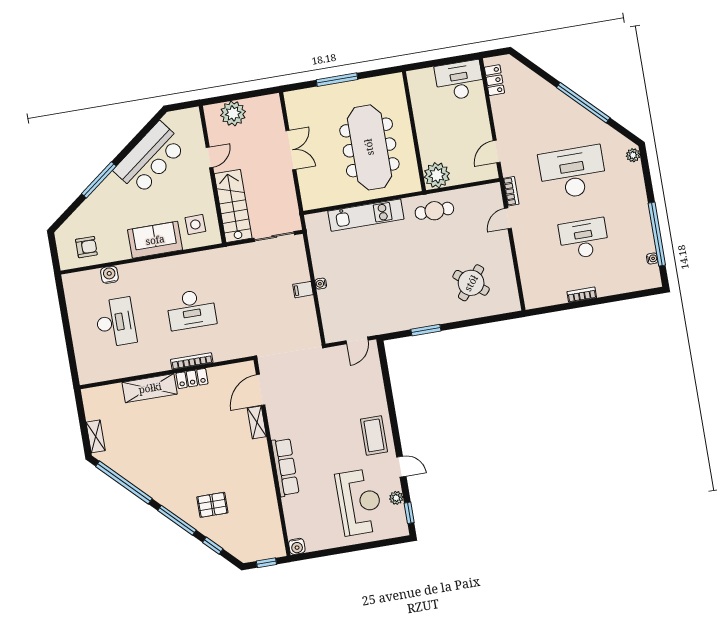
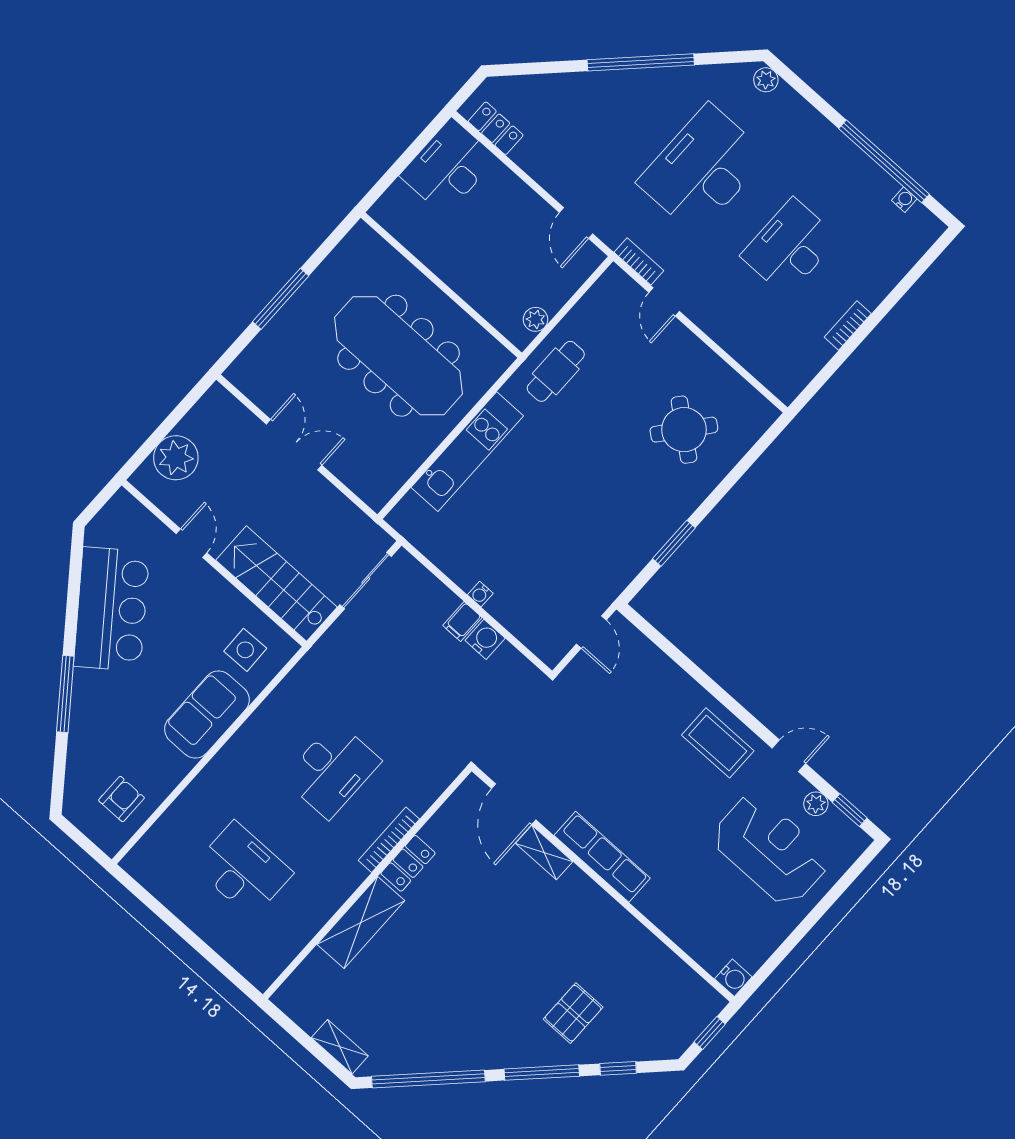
plant: (437, 175) -> (536, 319), width x0.53, depth x0.53
water cooler: (109, 275) -> (485, 639), moved, turned 90
row of seats: (285, 467) -> (602, 857), moved

